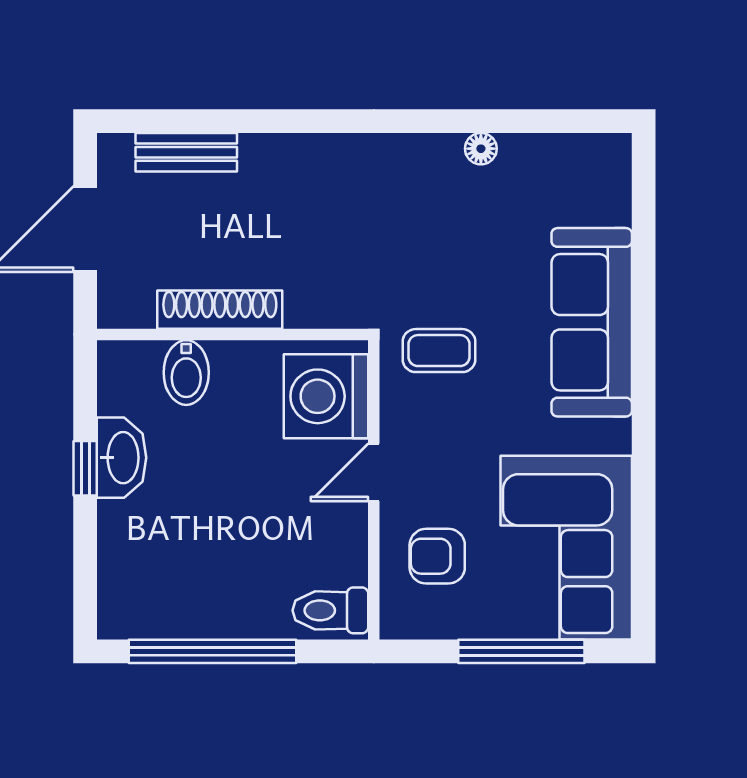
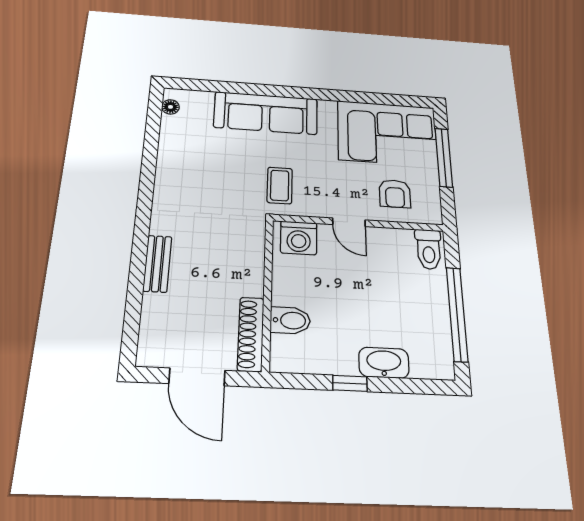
floor lamp: (481, 149) -> (170, 107), moved
bench: (186, 152) -> (157, 264), moved
shoe rack: (220, 310) -> (251, 334), moved
washing machine: (326, 396) -> (299, 238), width x0.73, depth x0.73
washbasin: (122, 458) -> (384, 363), moved

